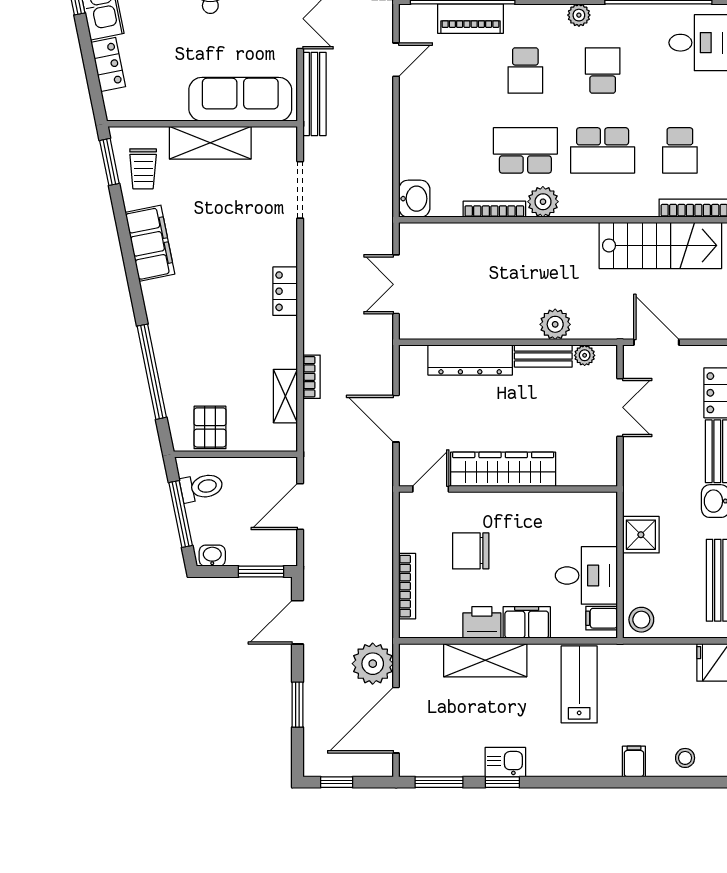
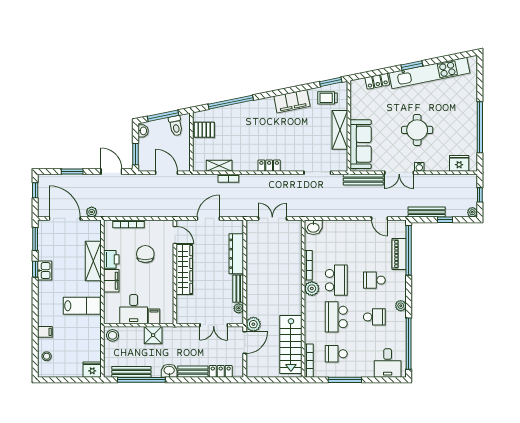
plant: (555, 324) -> (253, 324), moved
filing cabinet: (602, 618) -> (154, 316), moved
plant: (373, 664) -> (92, 212), width x0.53, depth x0.53

